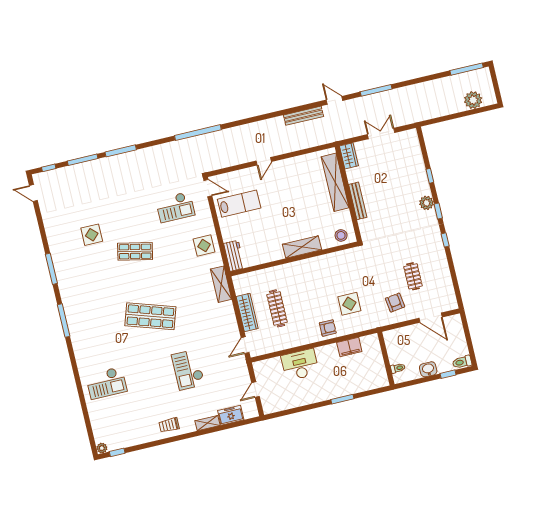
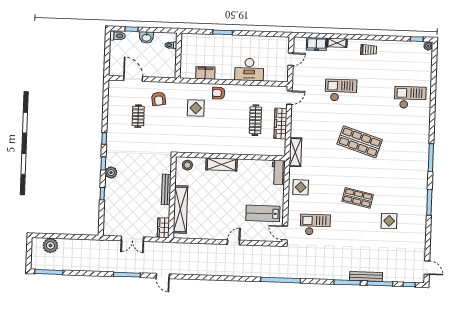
bench: (303, 116) -> (366, 276), moved
checkout: (188, 370) -> (341, 90), turned -90

